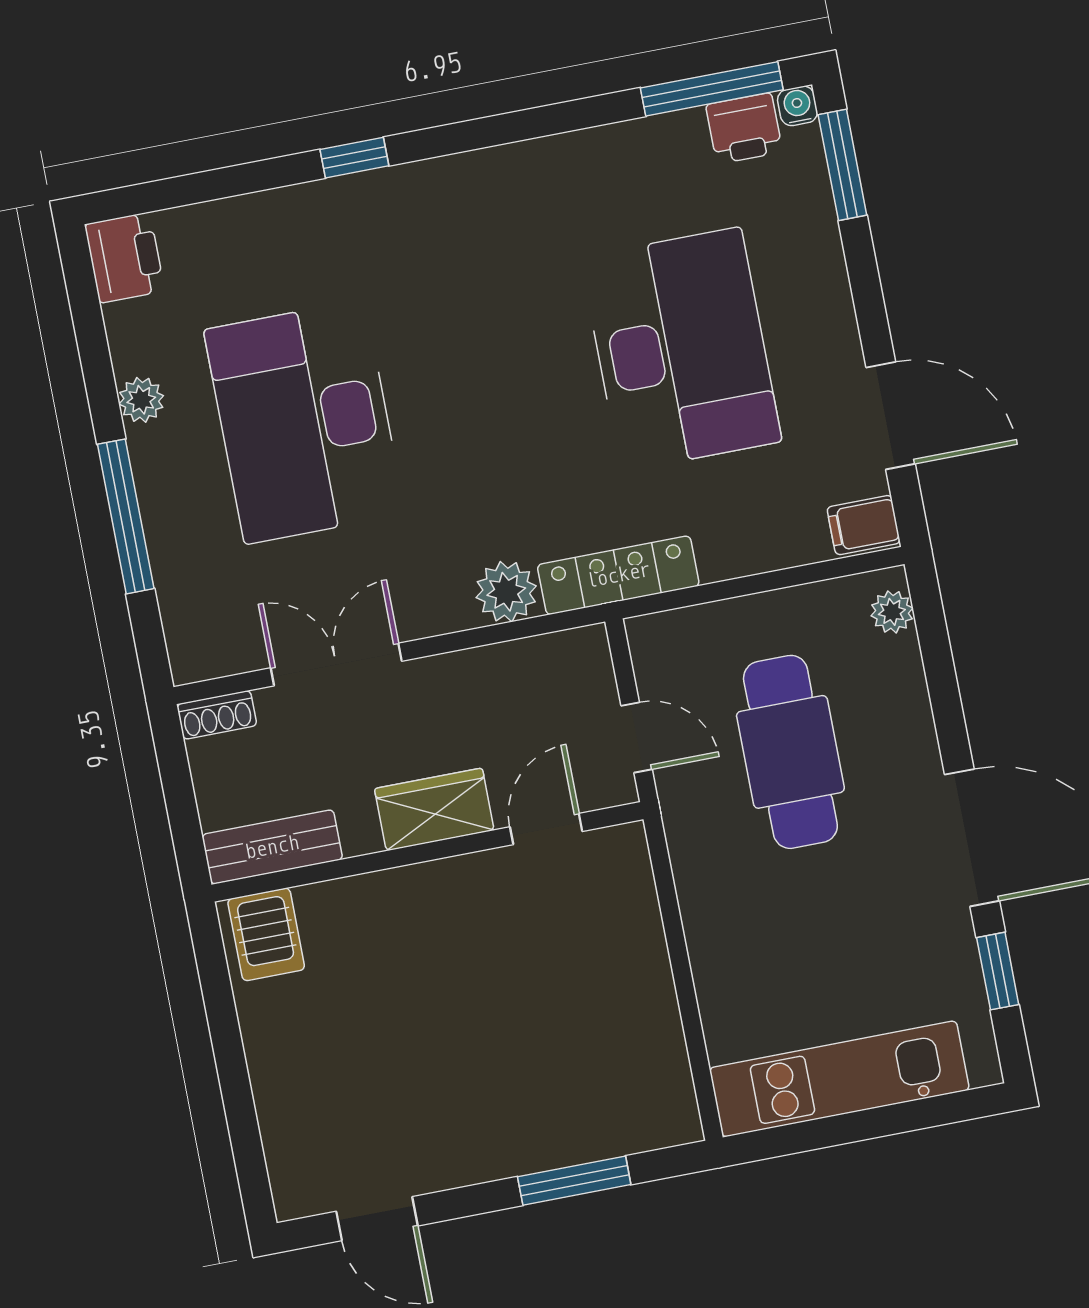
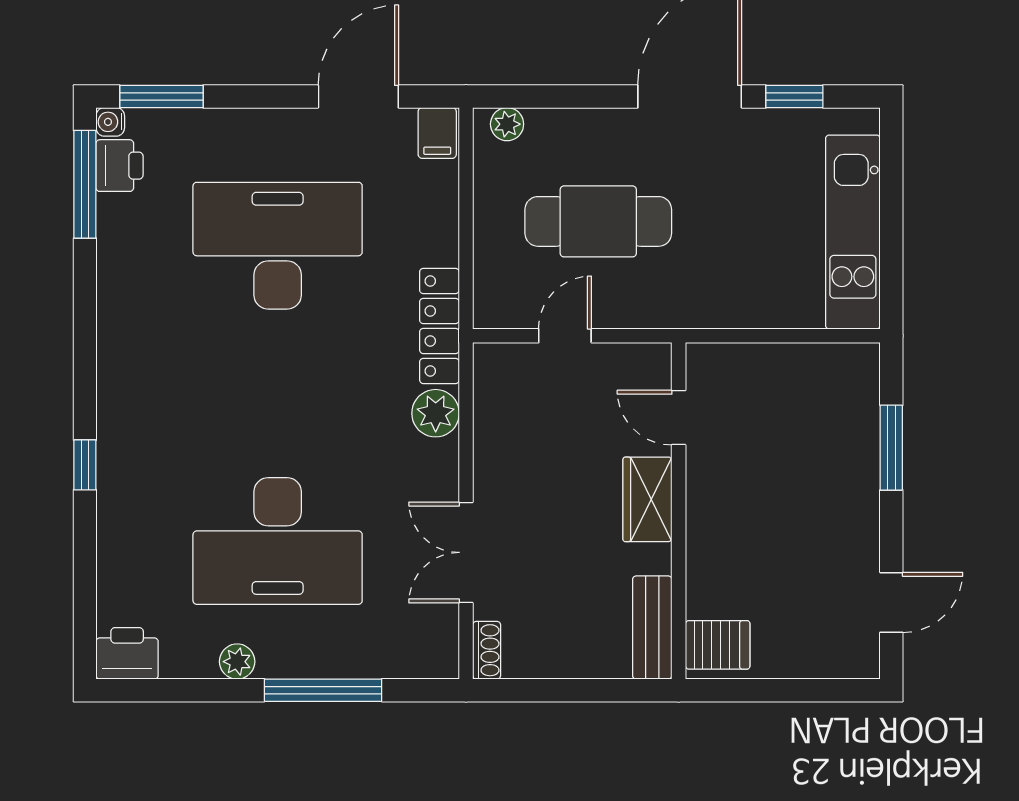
wardrobe: (434, 809) -> (647, 499), moved
door: (546, 829) -> (679, 418), moved
bench: (272, 847) -> (652, 627), moved
wall: (427, 852) -> (679, 511), moved
server rack: (266, 934) -> (718, 645), moved

